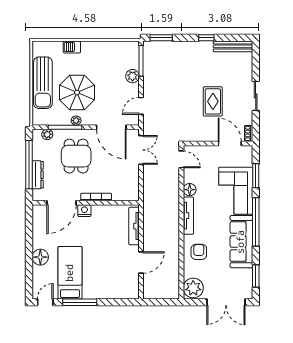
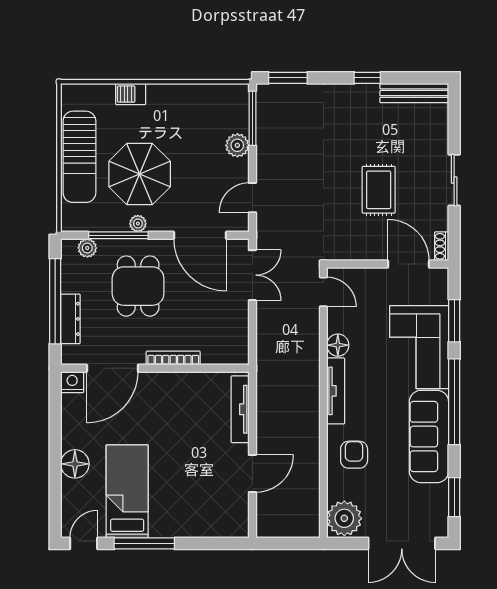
nightstand: (84, 211) -> (72, 382), moved

